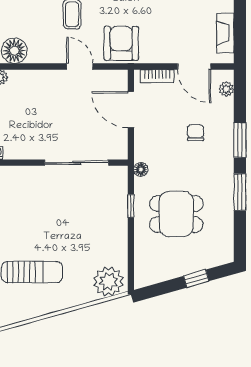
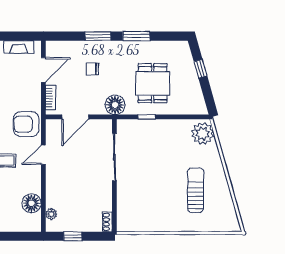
plant: (226, 89) -> (60, 46), removed
floor lamp: (141, 170) -> (115, 105), width x1.89, depth x1.89

